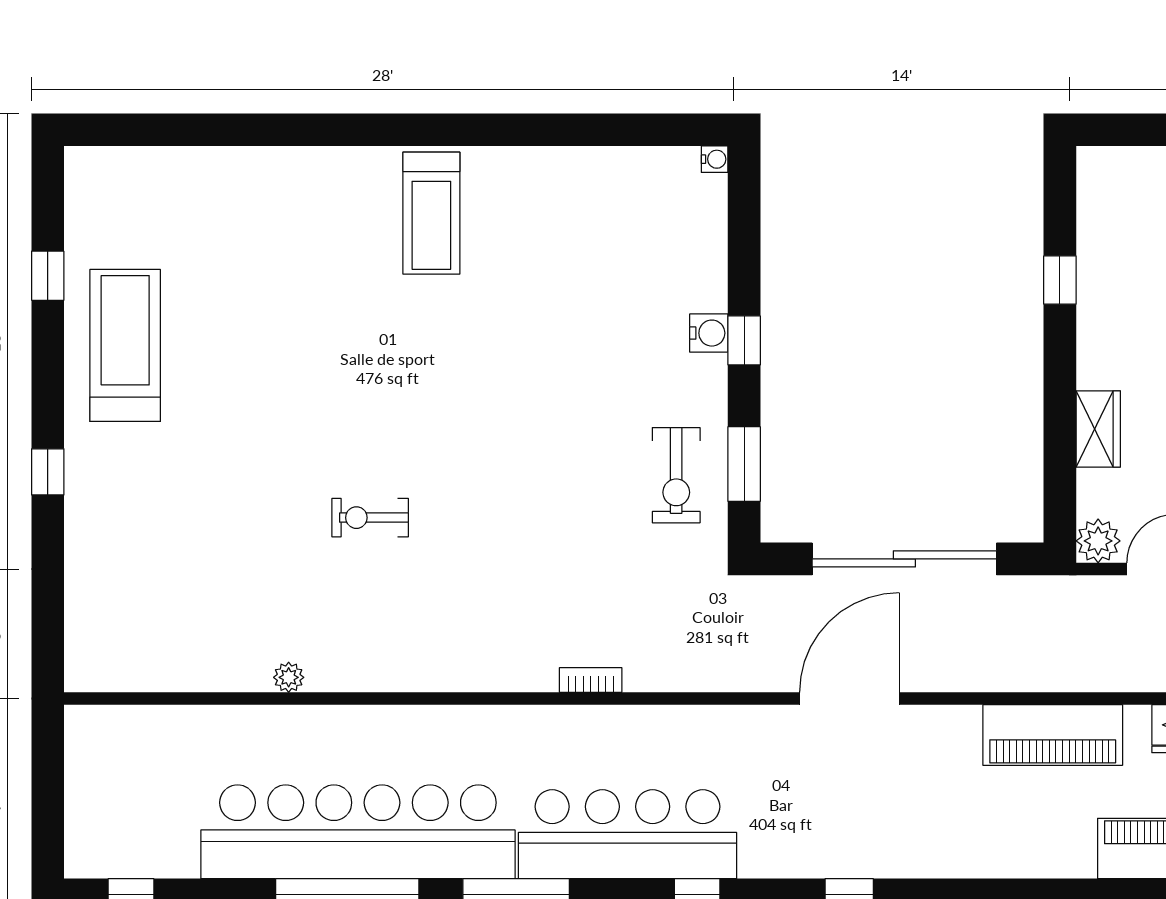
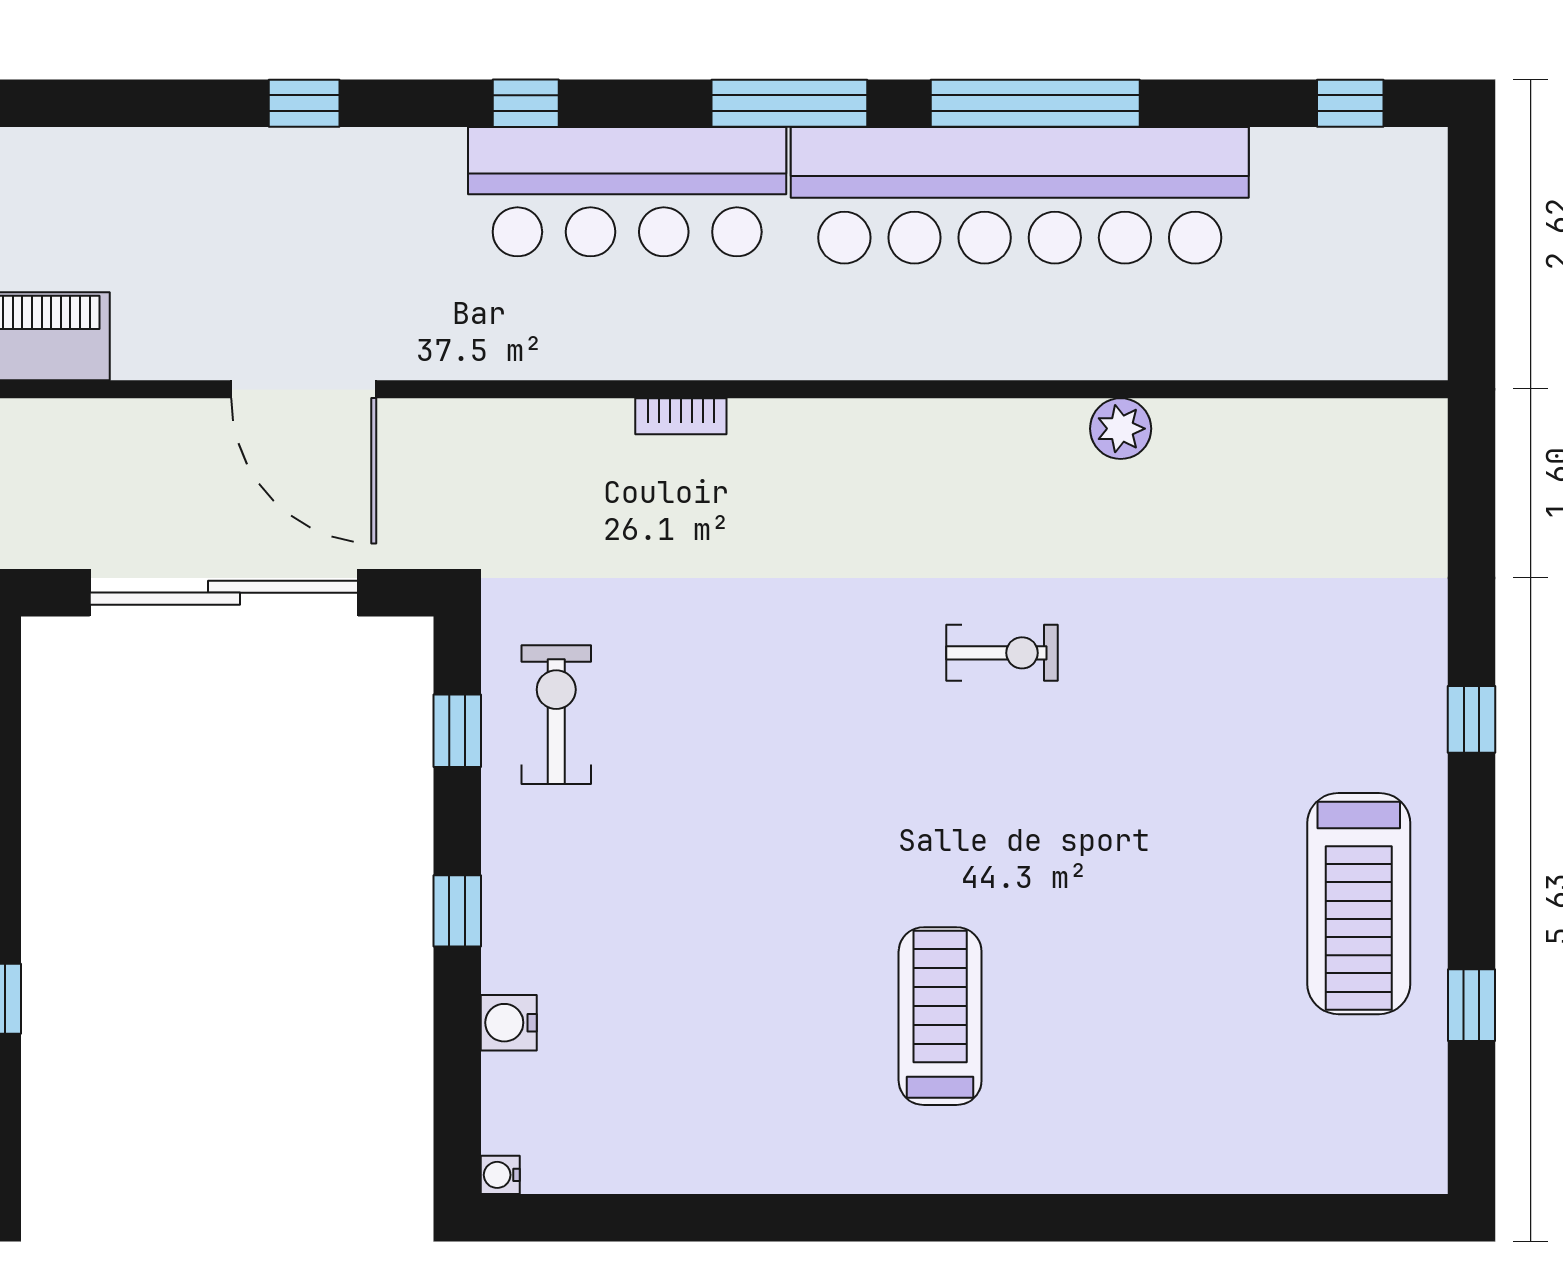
treadmill: (431, 213) -> (940, 1016), moved
water cooler: (709, 333) -> (509, 1023), moved
window: (744, 464) -> (457, 731), width x0.67
plant: (289, 677) -> (1121, 429), width x1.38, depth x1.38
door: (849, 699) -> (304, 389), hinge flipped

